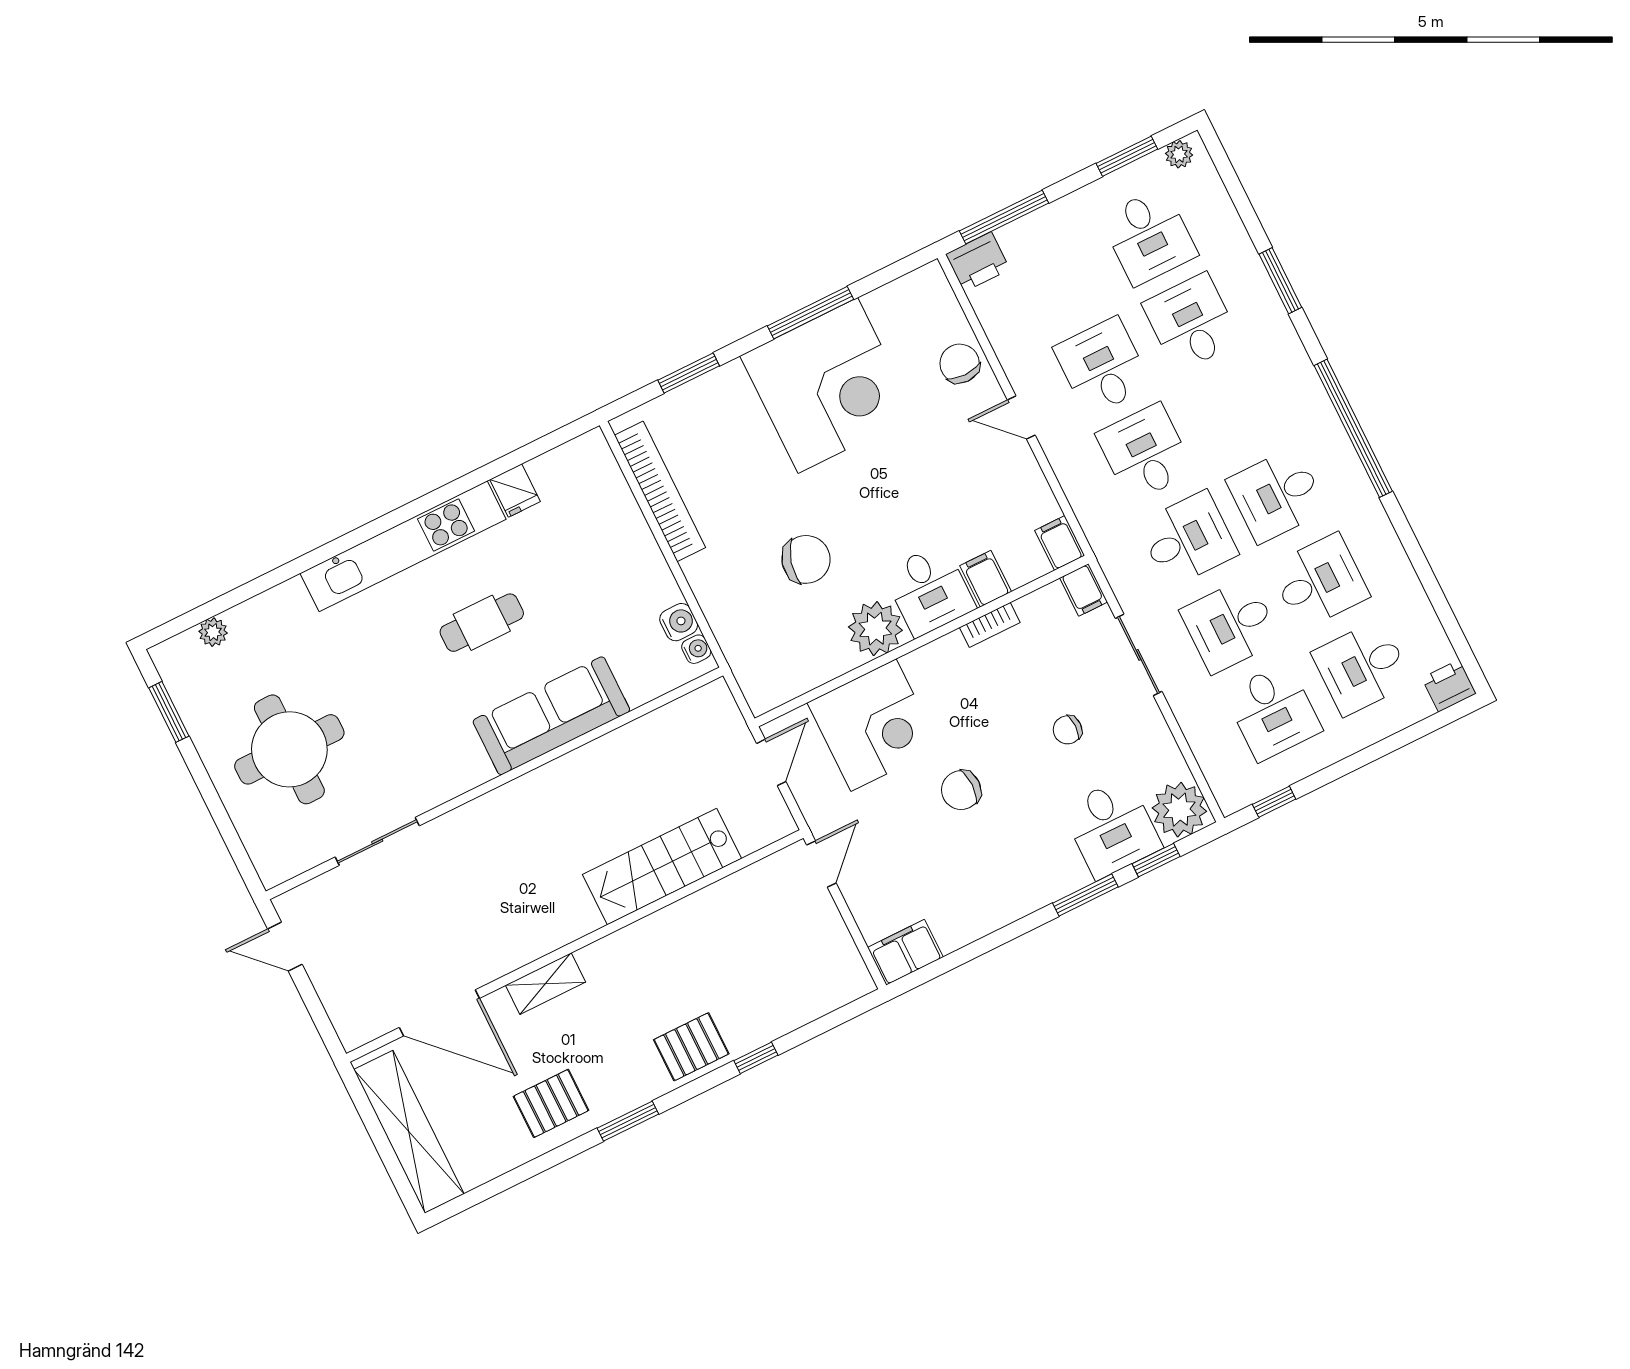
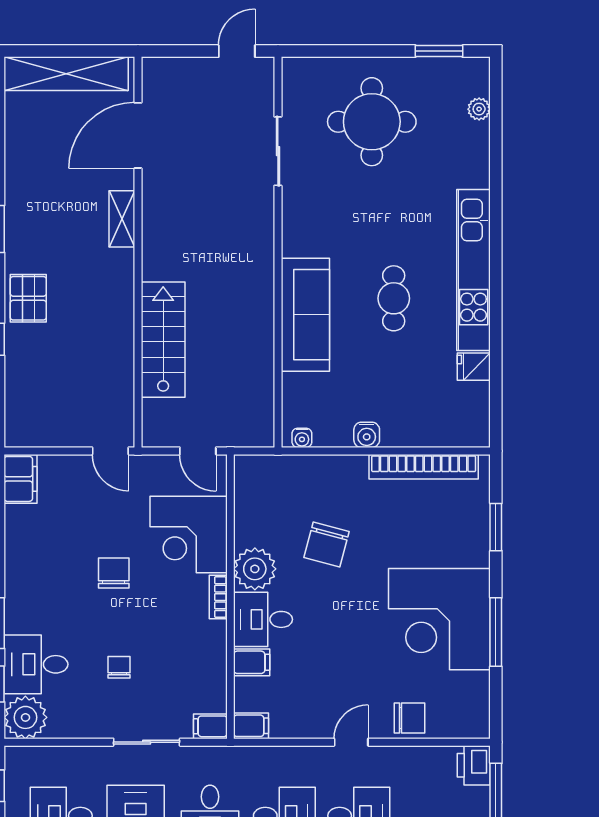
water cooler: (679, 622) -> (367, 435), moved
bookcase: (990, 625) -> (218, 597), moved
pallet: (551, 1103) -> (37, 182), removed

